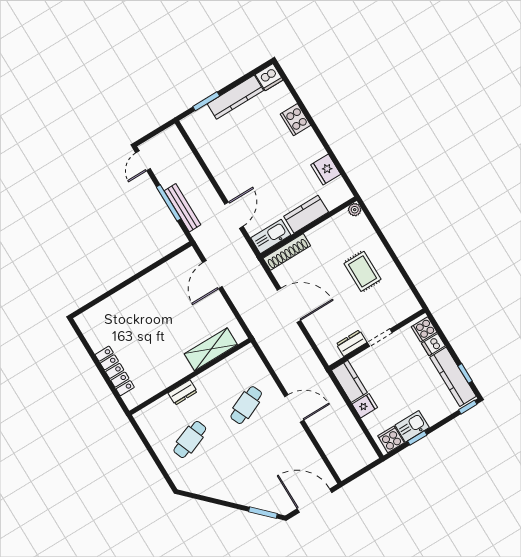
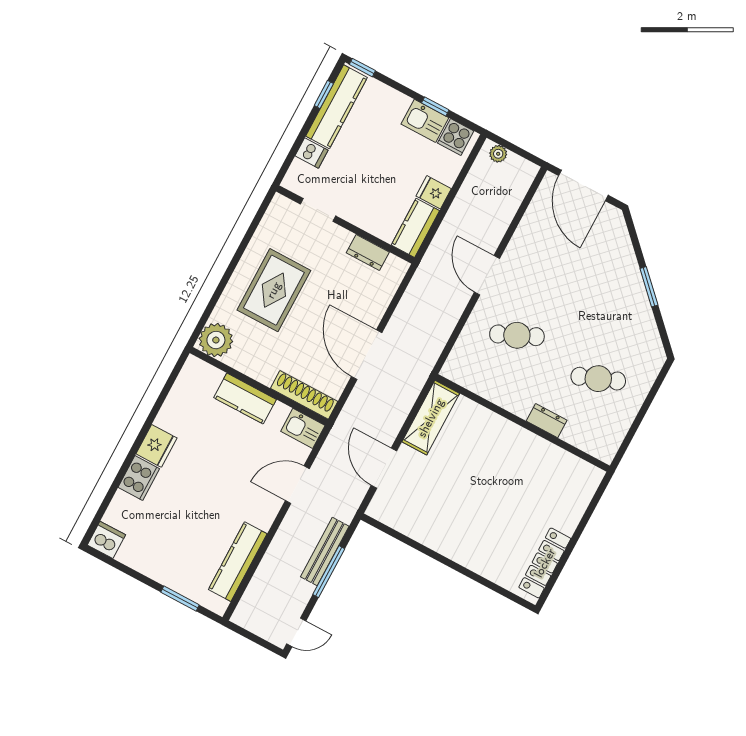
kitchen counter: (235, 97) -> (238, 562), moved, turned -90
fridge: (326, 170) -> (156, 446), moved
plant: (355, 210) -> (216, 340), width x1.87, depth x1.87
kitchen sink: (271, 236) -> (303, 428), width x0.73
rug: (362, 271) -> (274, 290), width x1.36, depth x1.43
door: (212, 275) -> (384, 468), swing flipped
cooker: (424, 329) -> (300, 175), removed
doorway: (380, 338) -> (318, 210), moved
shelving: (211, 349) -> (431, 418), moved, turned 90
locker: (115, 371) -> (545, 563), moved
plant: (365, 460) -> (498, 154), added
window: (263, 513) -> (649, 287), moved

